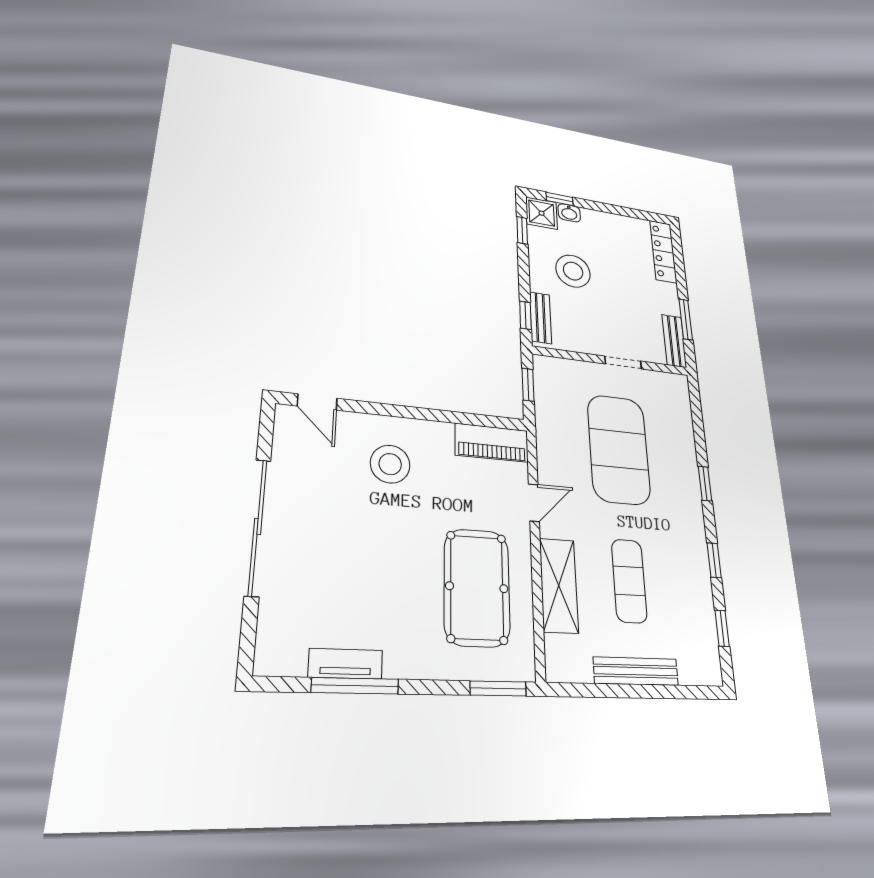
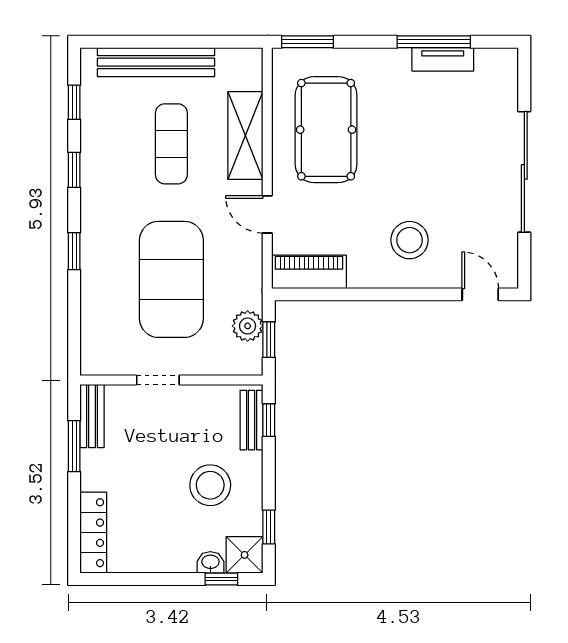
plant: (548, 399) -> (248, 326), added
door: (534, 503) -> (267, 214), hinge flipped
bench: (636, 671) -> (156, 62), width x1.37, depth x1.21

